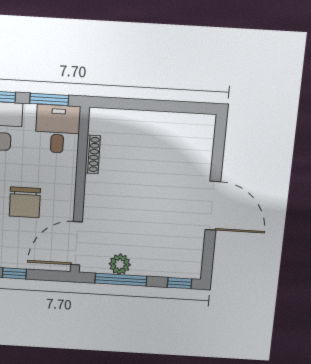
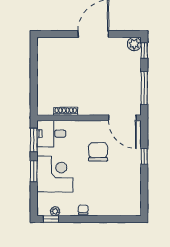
chair: (25, 202) -> (98, 152), turned -90
plant: (120, 264) -> (134, 44), moved

